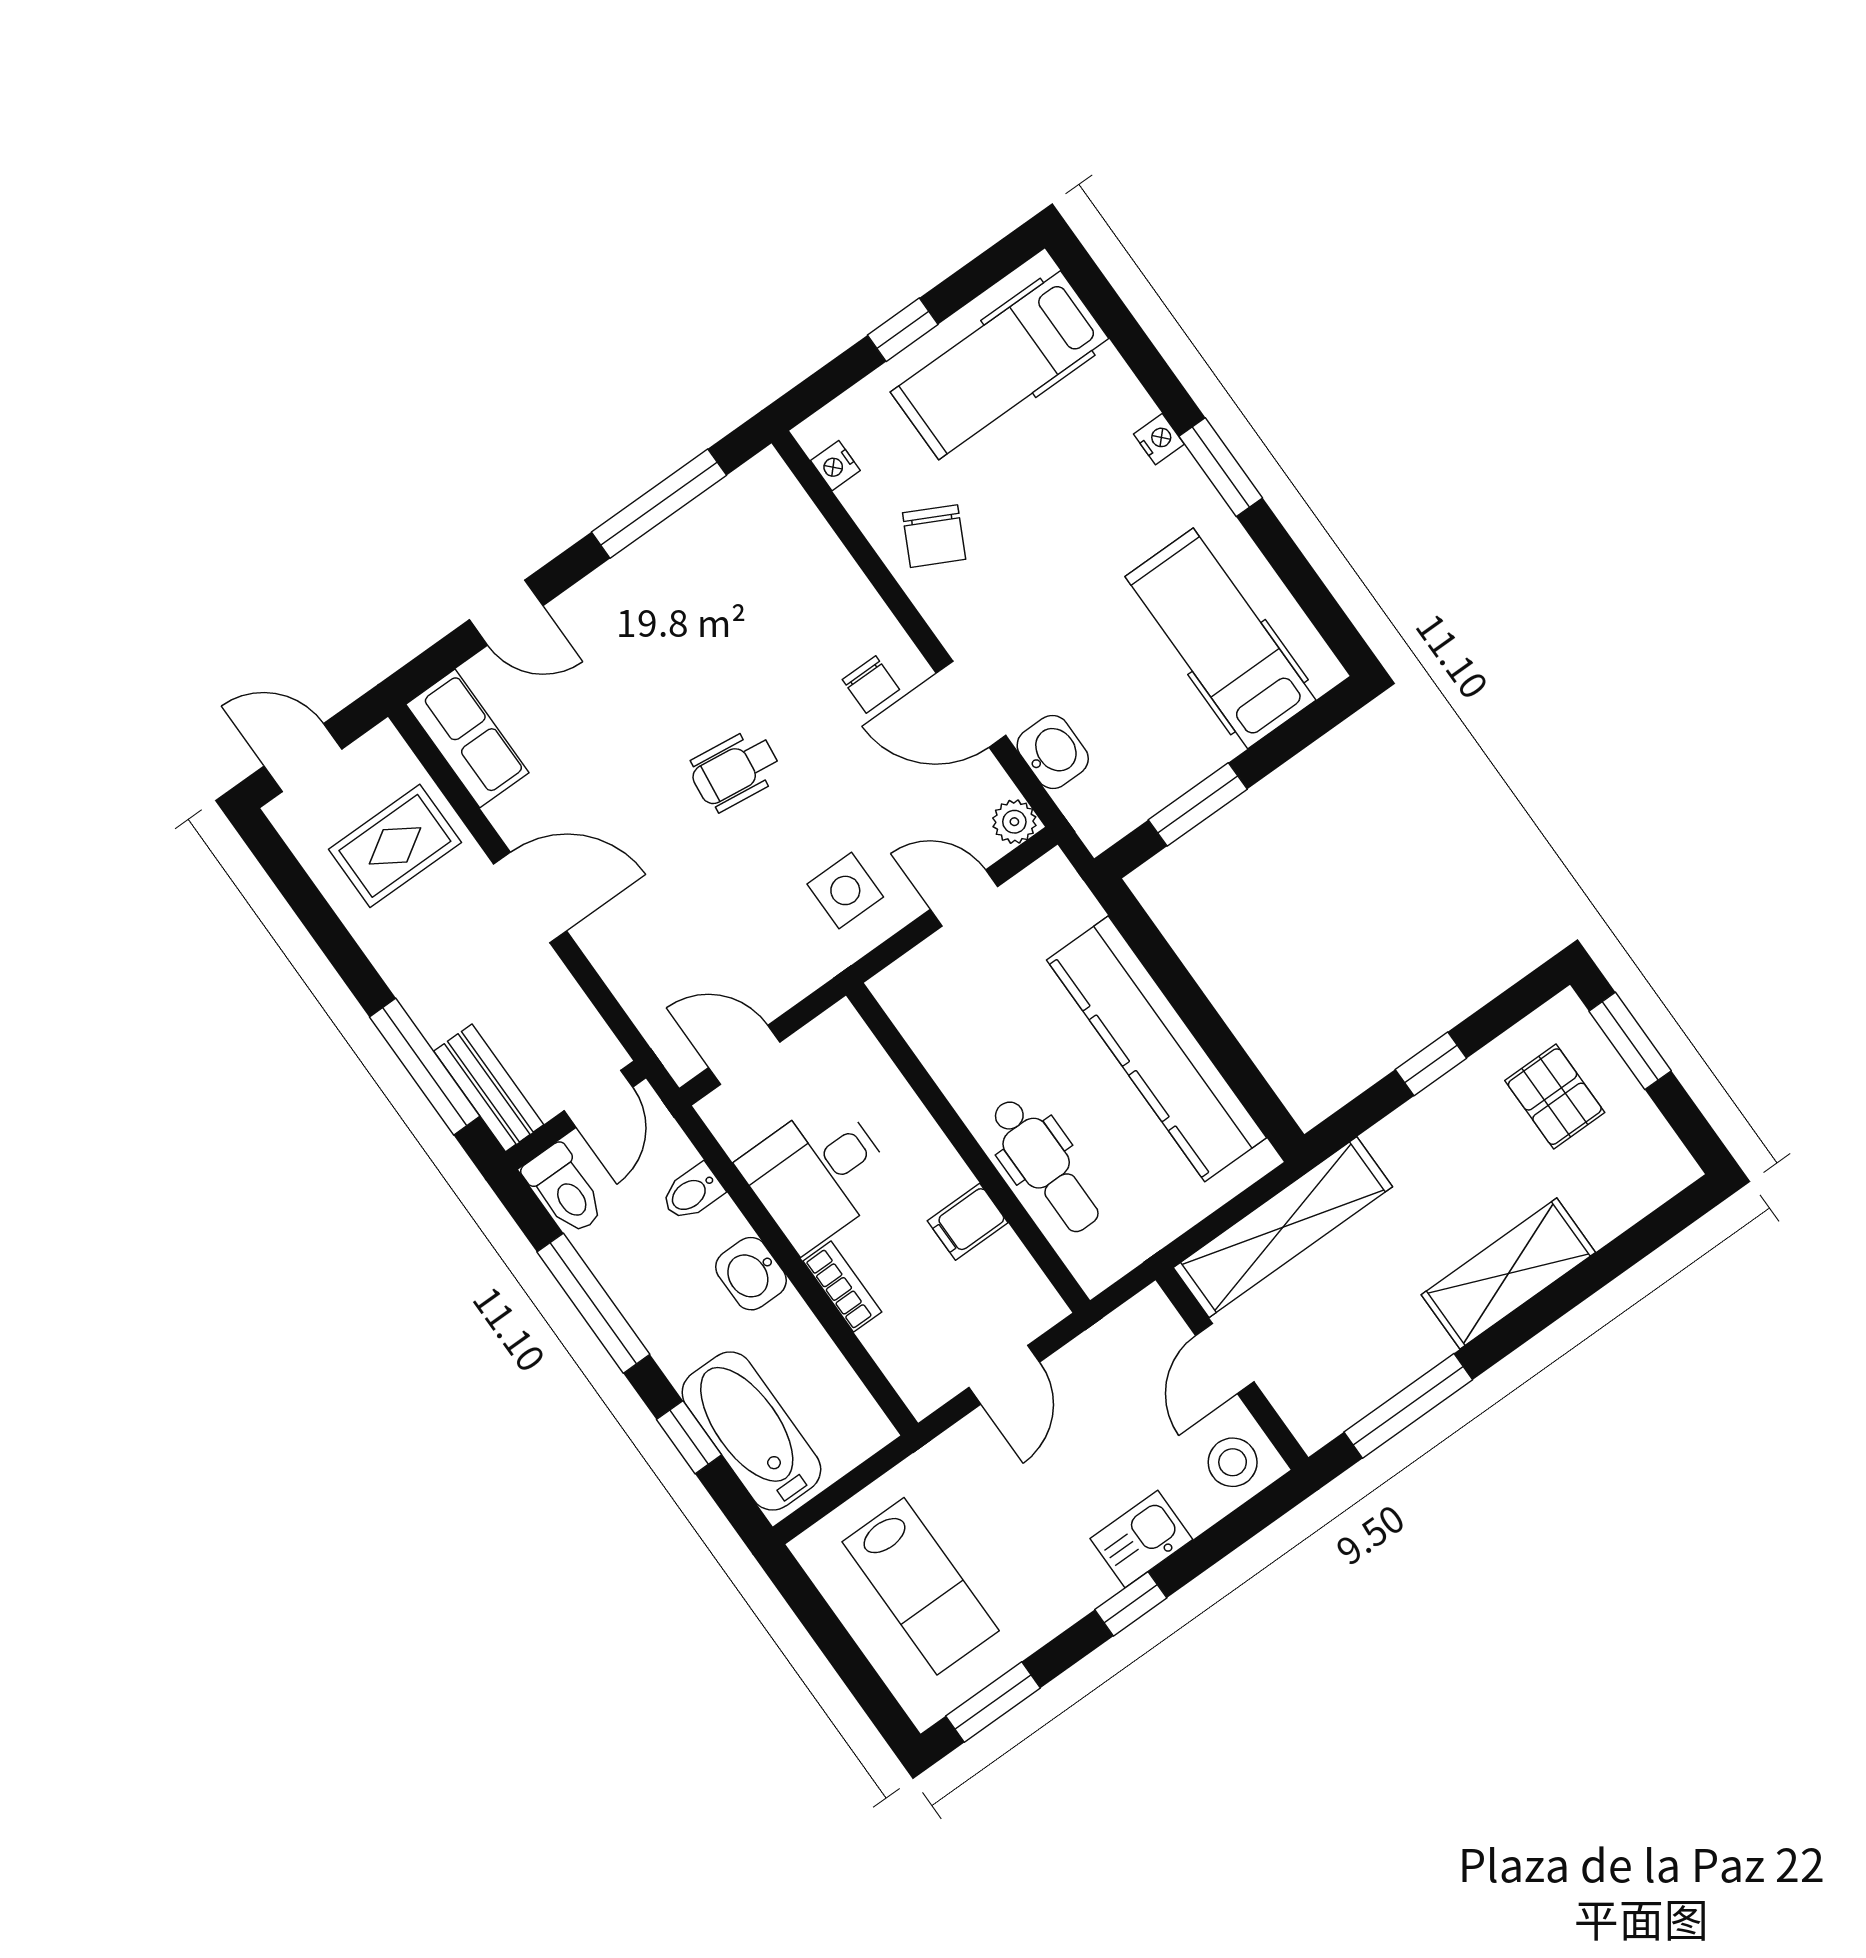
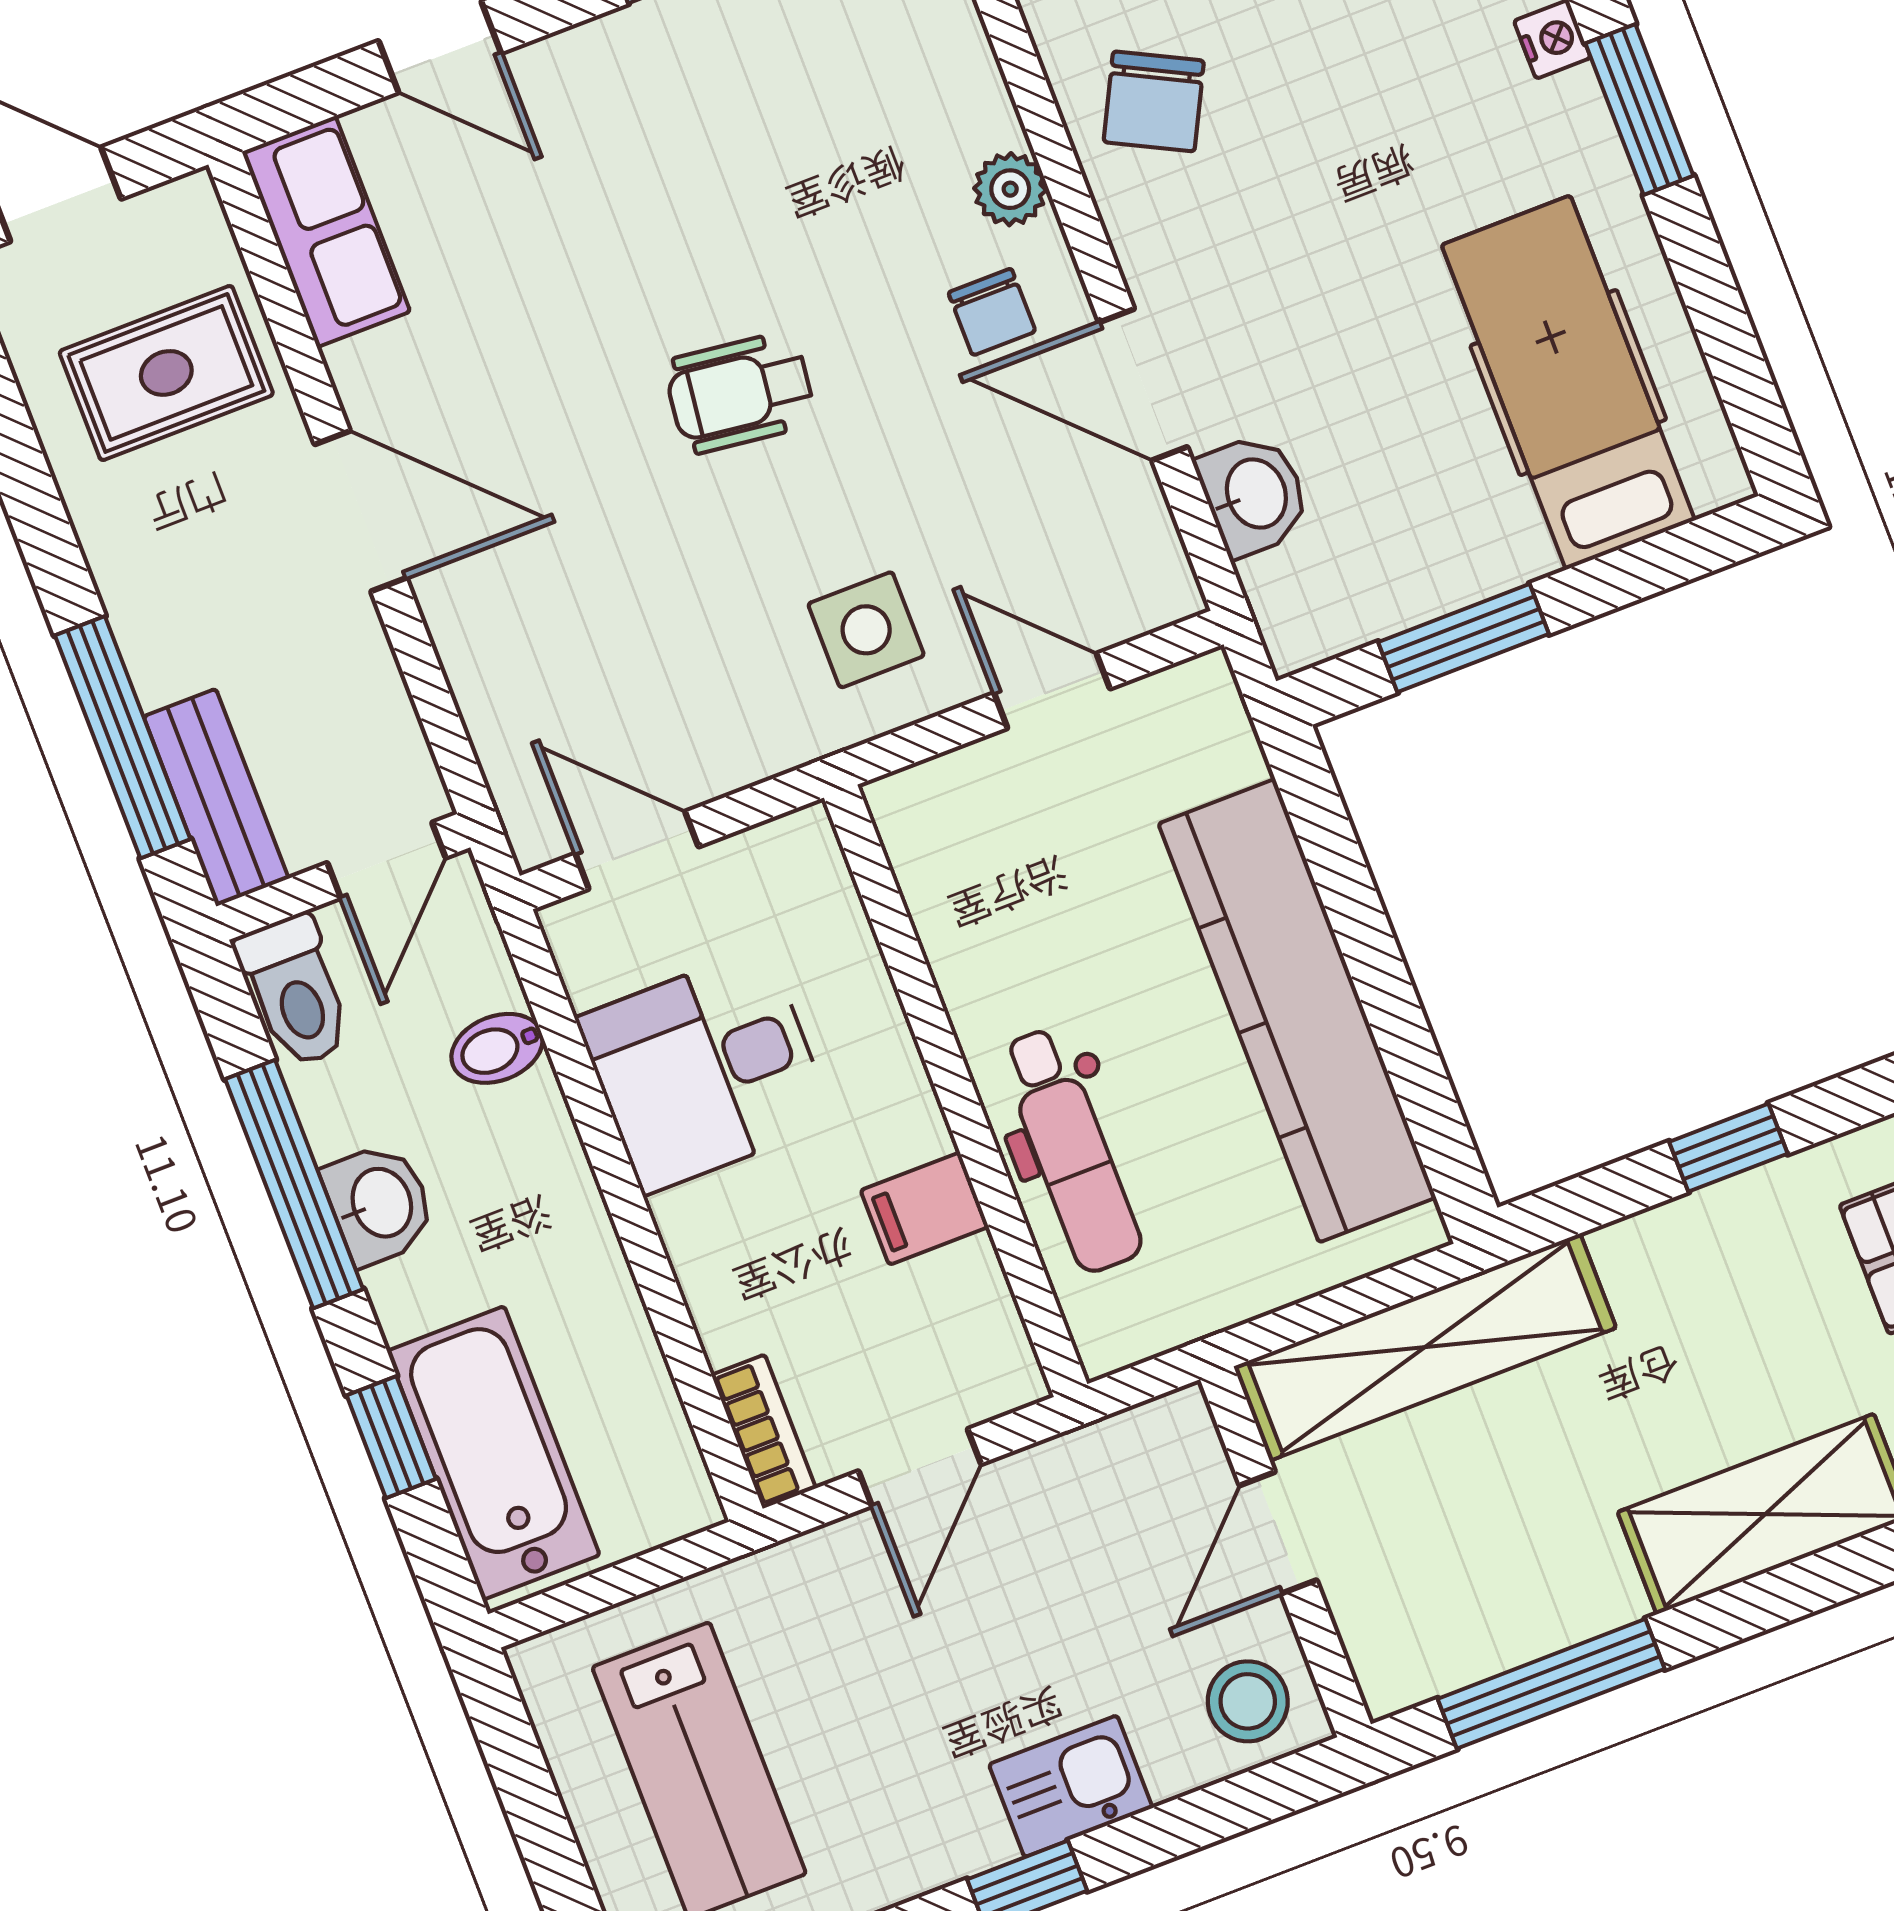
plant: (1014, 822) -> (1010, 189), moved
washbasin: (751, 1274) -> (379, 1204), moved, turned 180
bookcase: (842, 1287) -> (764, 1432), moved

